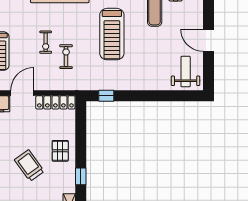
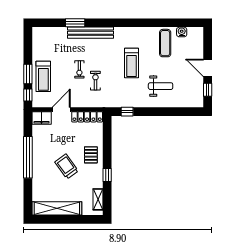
treadmill: (112, 34) -> (132, 63), width x0.73, depth x0.73
window: (208, 68) -> (208, 90), added
weight bench: (186, 72) -> (161, 86), moved, turned 90

